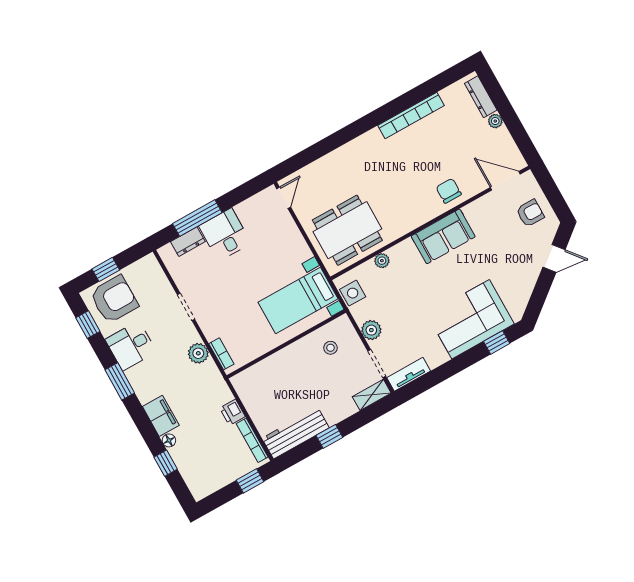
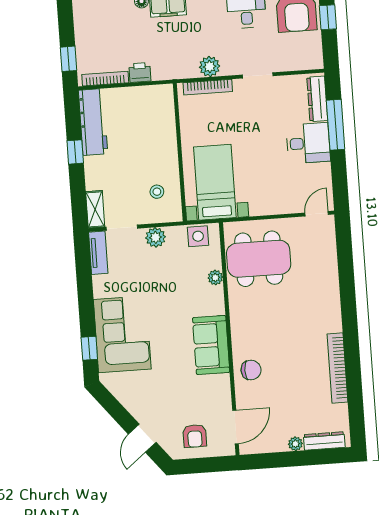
door: (284, 198) -> (317, 214), swing flipped
dining table: (347, 230) -> (259, 259), turned 90
dresser: (188, 242) -> (317, 99), width x1.44
bookcase: (221, 354) -> (208, 87), width x1.56

